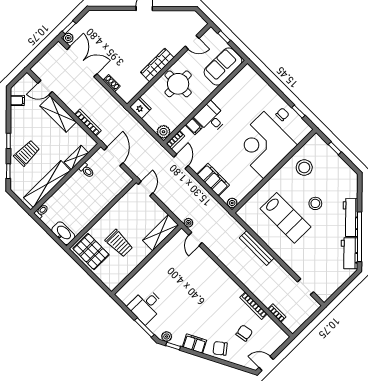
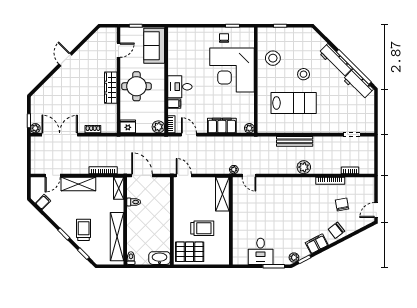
shelving: (76, 158) -> (119, 188), moved
plant: (244, 275) -> (304, 167), added

